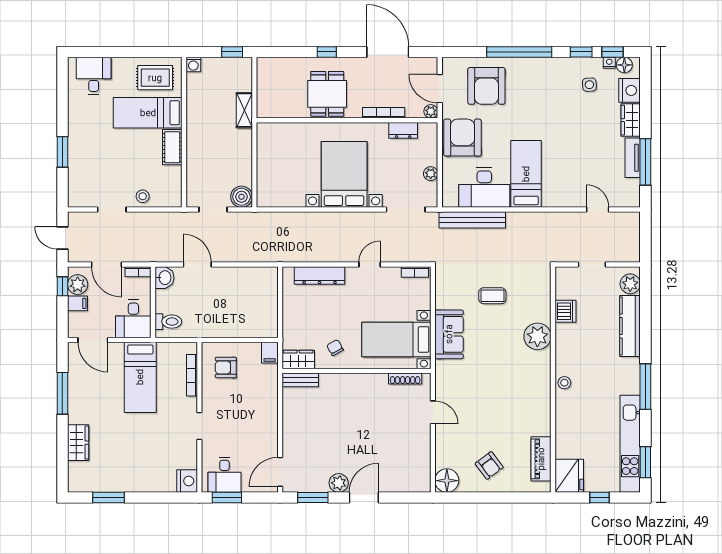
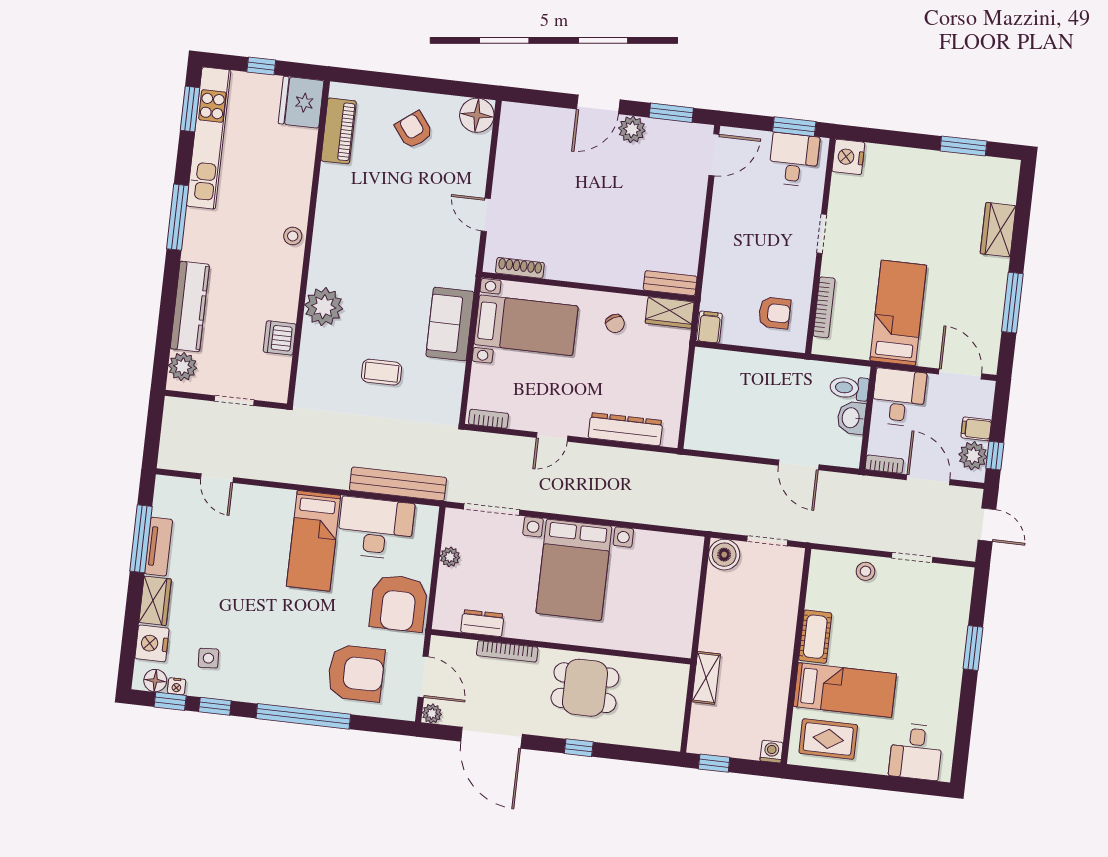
armchair: (486, 86) -> (356, 673), turned 90
dining table: (327, 94) -> (585, 688), turned 90
plant: (431, 111) -> (432, 714), moved
washbasin: (164, 278) -> (851, 418), moved

